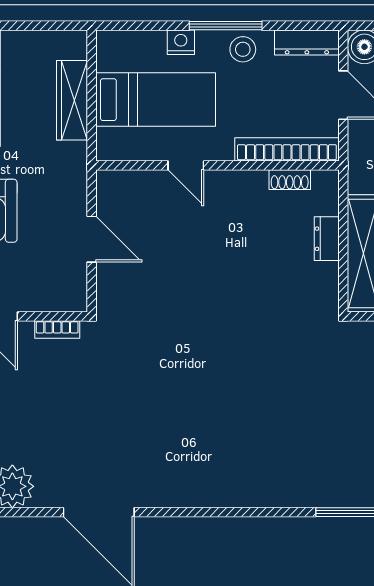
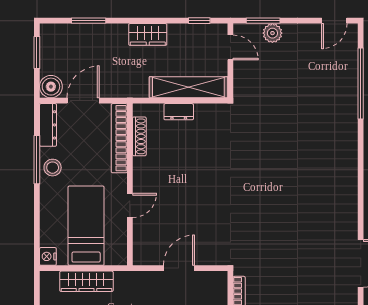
window: (226, 26) -> (37, 160), moved
nightstand: (181, 42) -> (48, 256), moved
shoe rack: (290, 180) -> (139, 136), width x1.43

